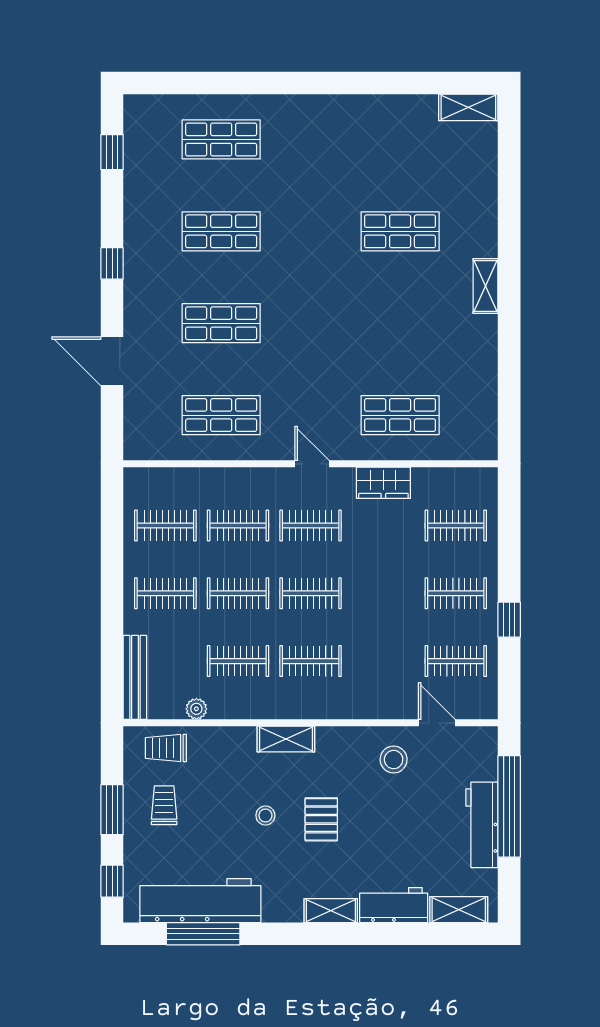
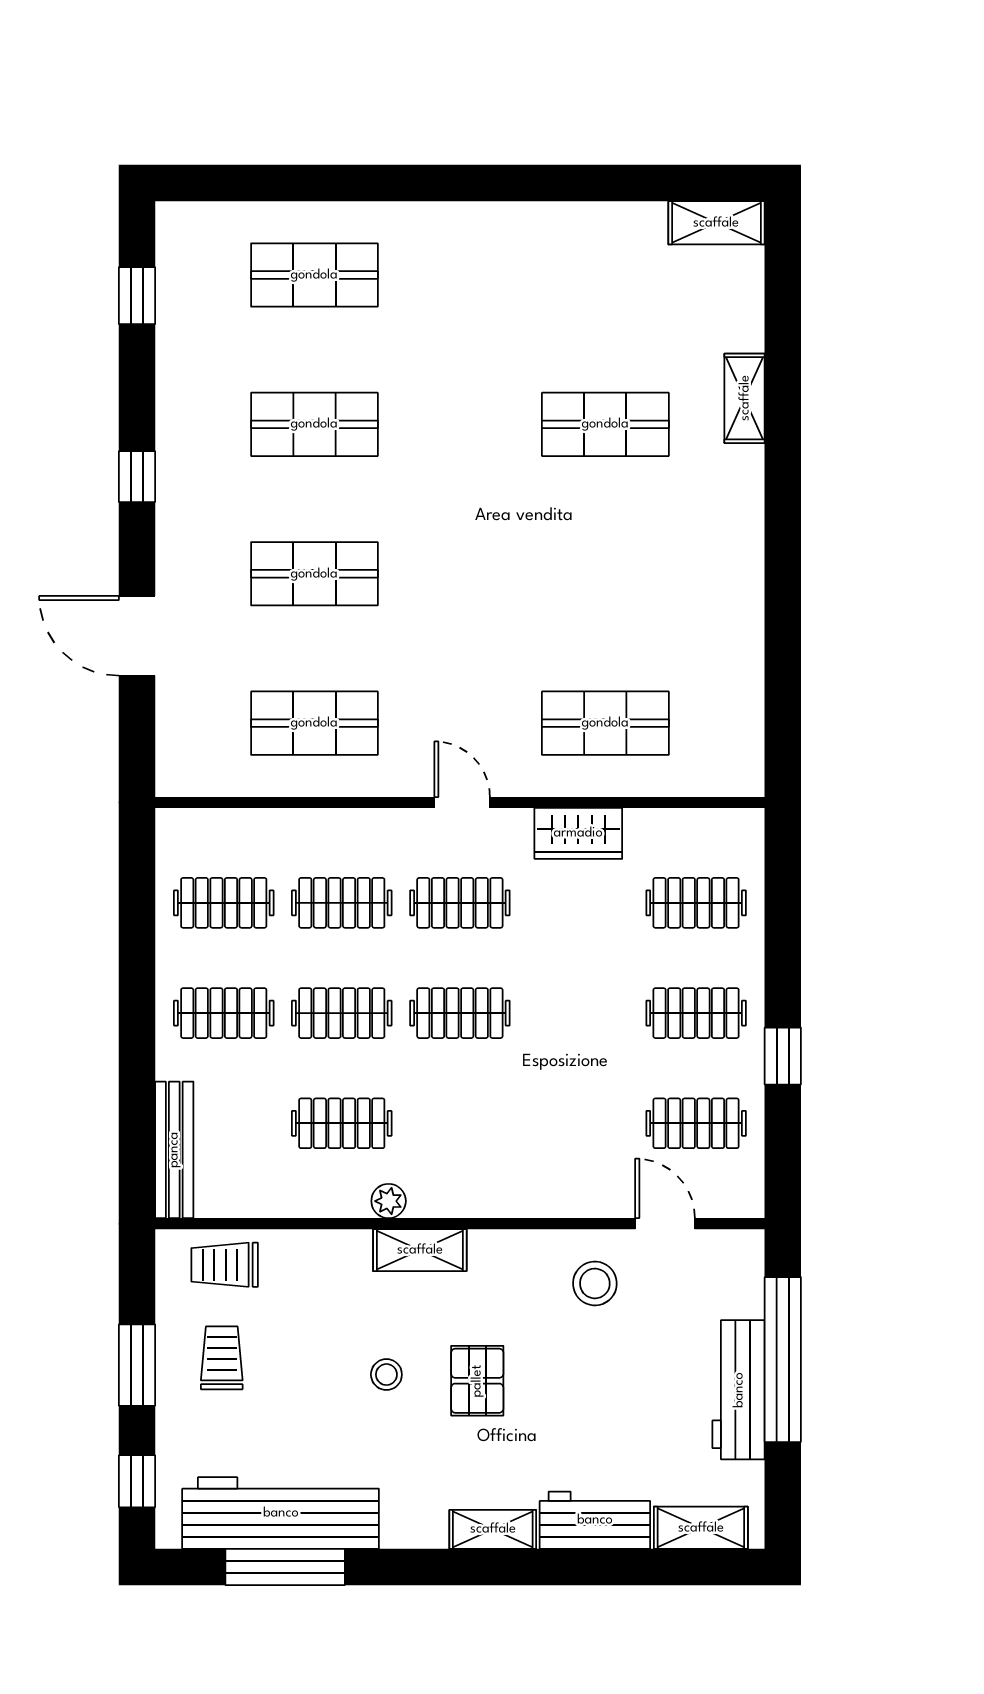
shelving: (486, 286) -> (745, 398), moved
clothes rail: (311, 661) -> (460, 1123), removed
plant: (196, 709) -> (389, 1201), moved

